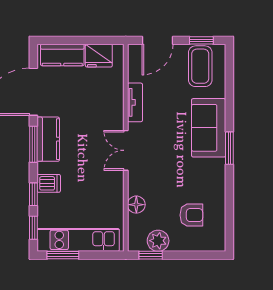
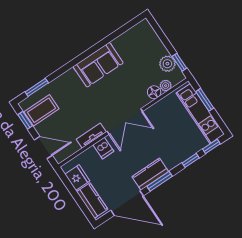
sofa: (209, 128) -> (98, 65), moved
window: (229, 148) -> (37, 87), moved
double door: (126, 150) -> (125, 121), width x1.37
dishwasher: (49, 183) -> (103, 148), moved, turned 180
armchair: (191, 215) -> (138, 54), removed
plant: (135, 222) -> (166, 86), added
window: (63, 255) -> (205, 100), moved

